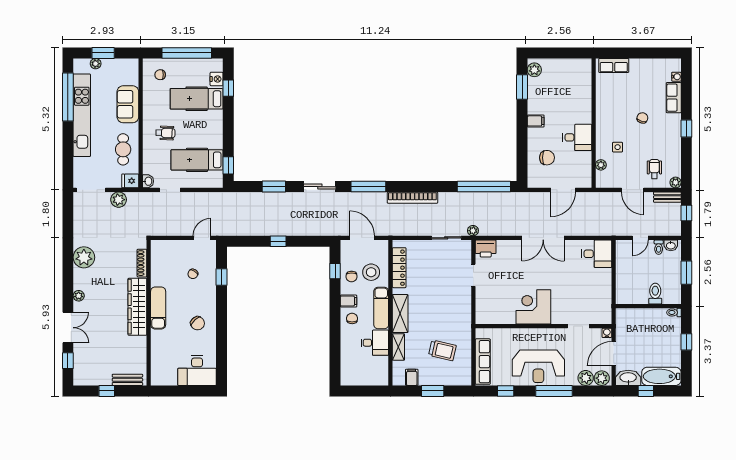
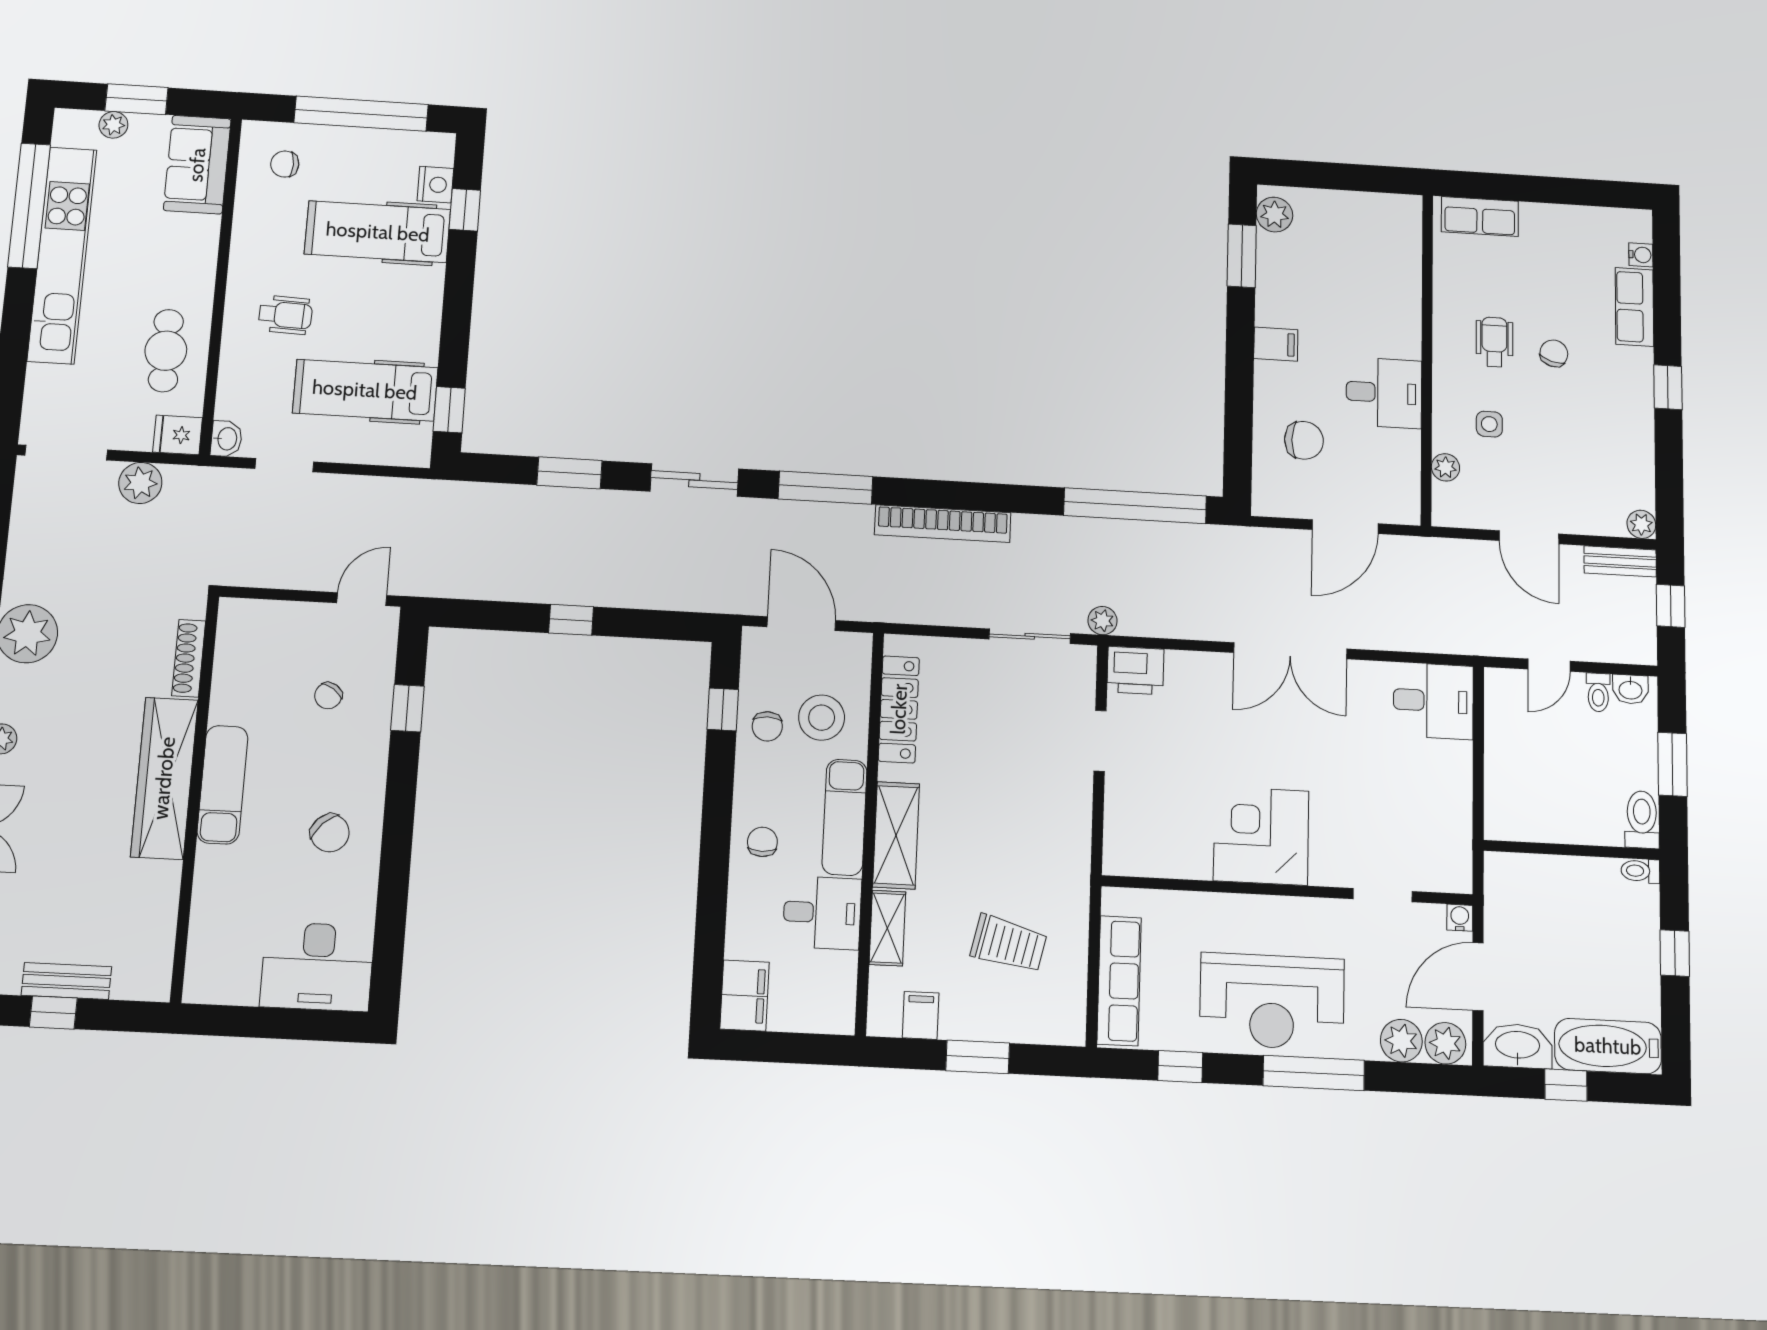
sofa: (128, 104) -> (197, 165), moved
wheelchair: (654, 169) -> (1494, 342), moved
toilet: (655, 294) -> (1642, 820), moved
filing cabinet: (349, 301) -> (745, 996), moved, width x2.00
bench: (127, 380) -> (66, 981), moved

